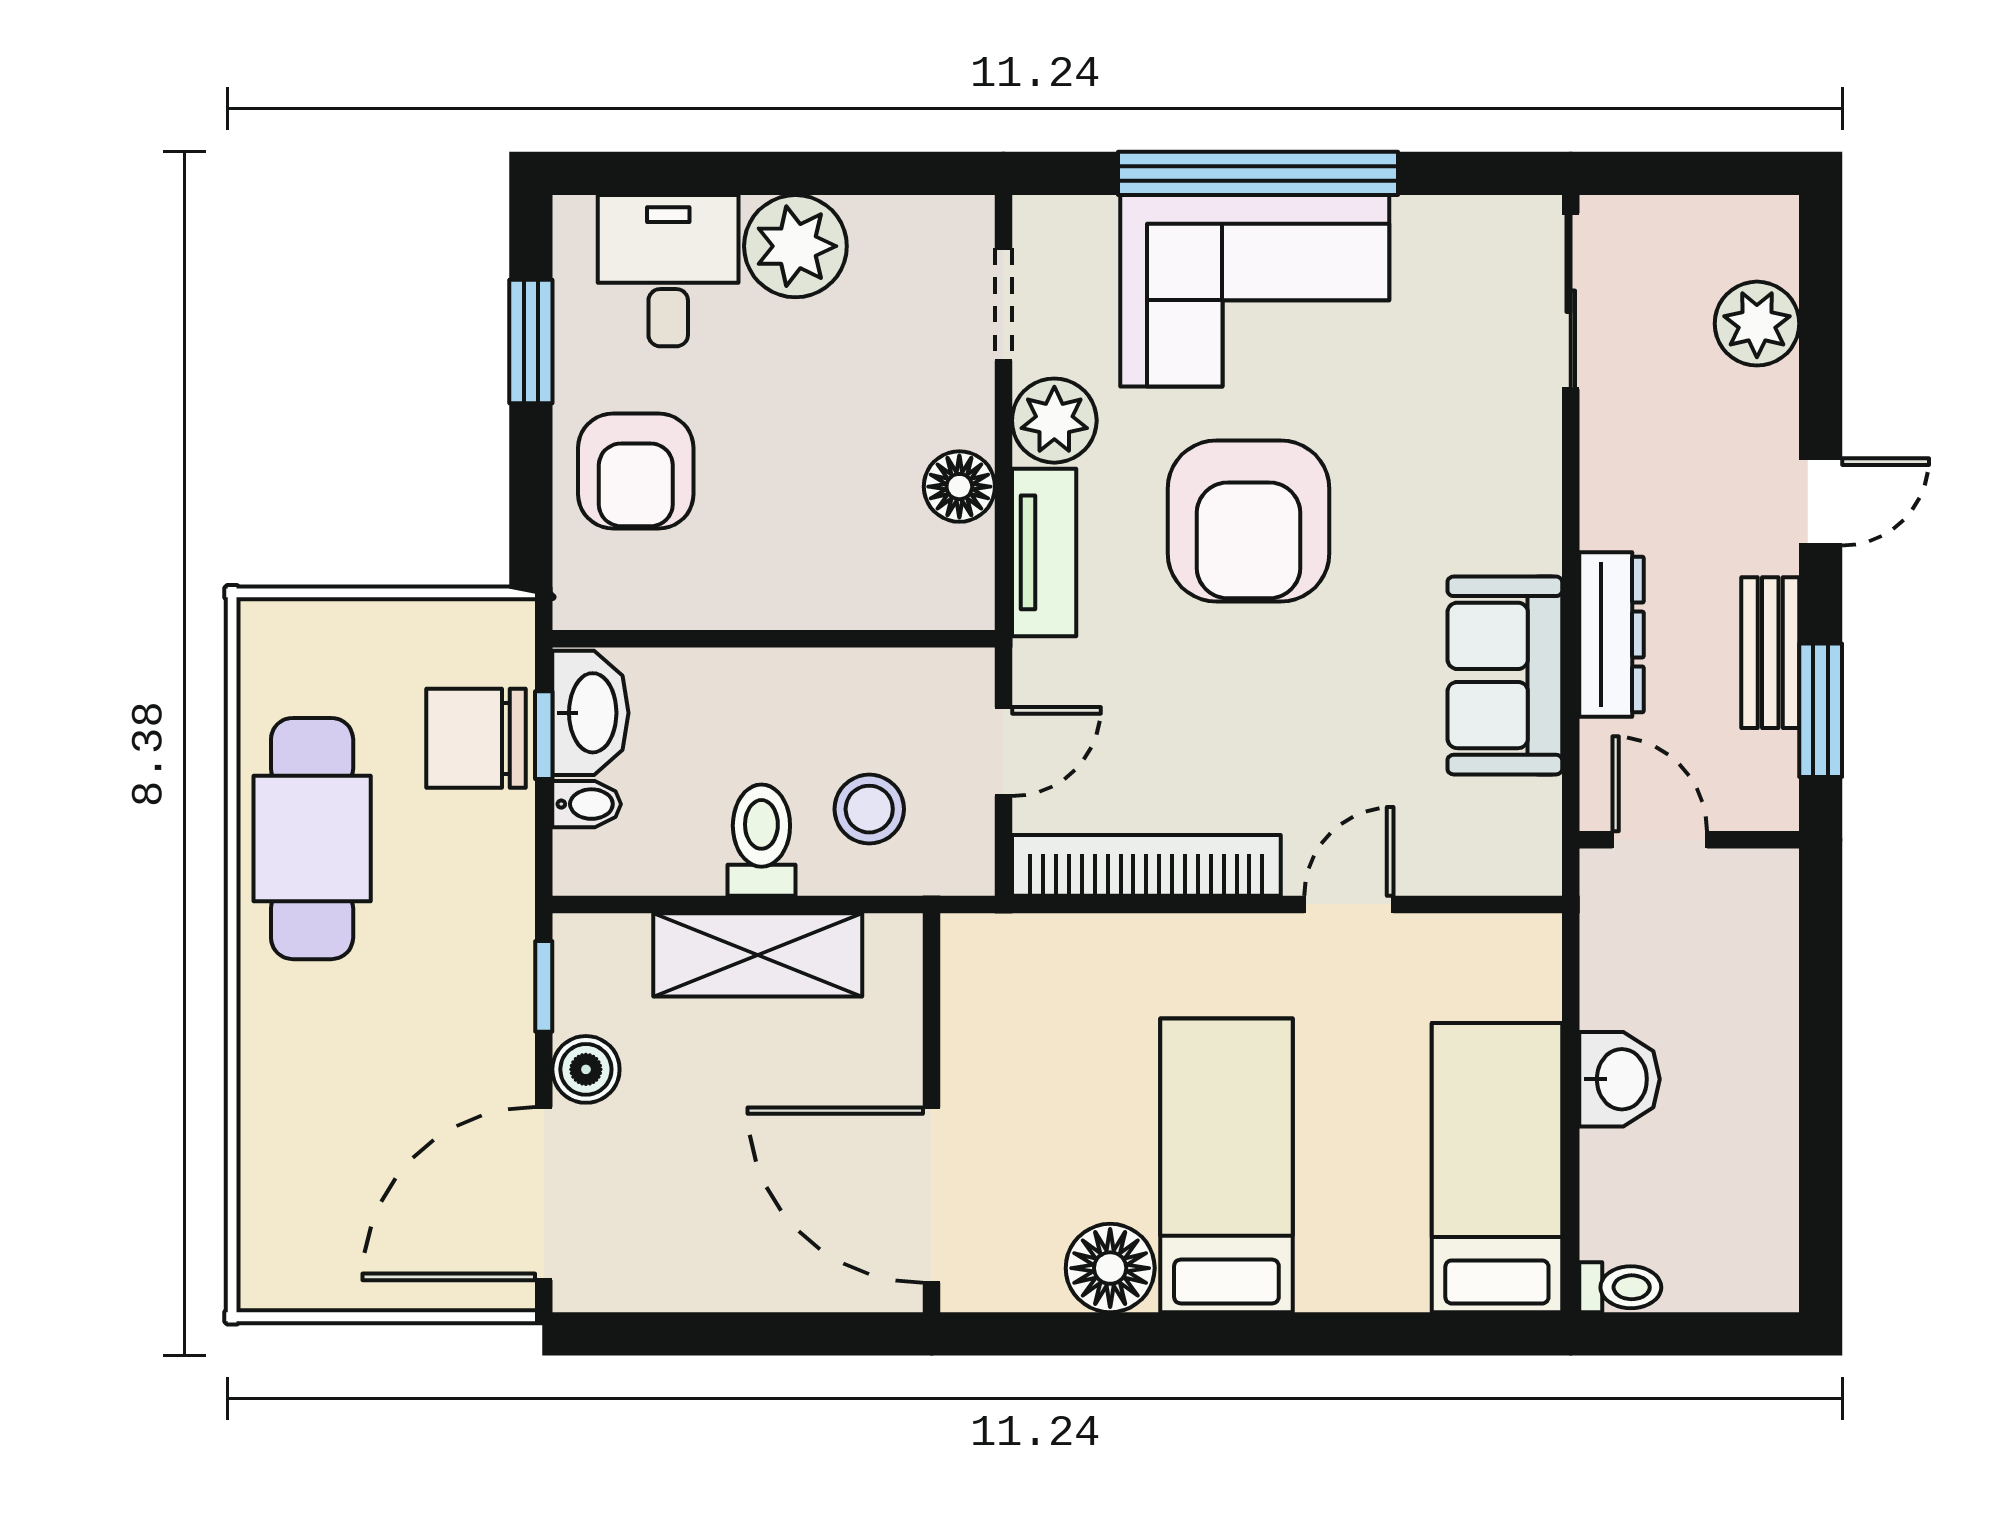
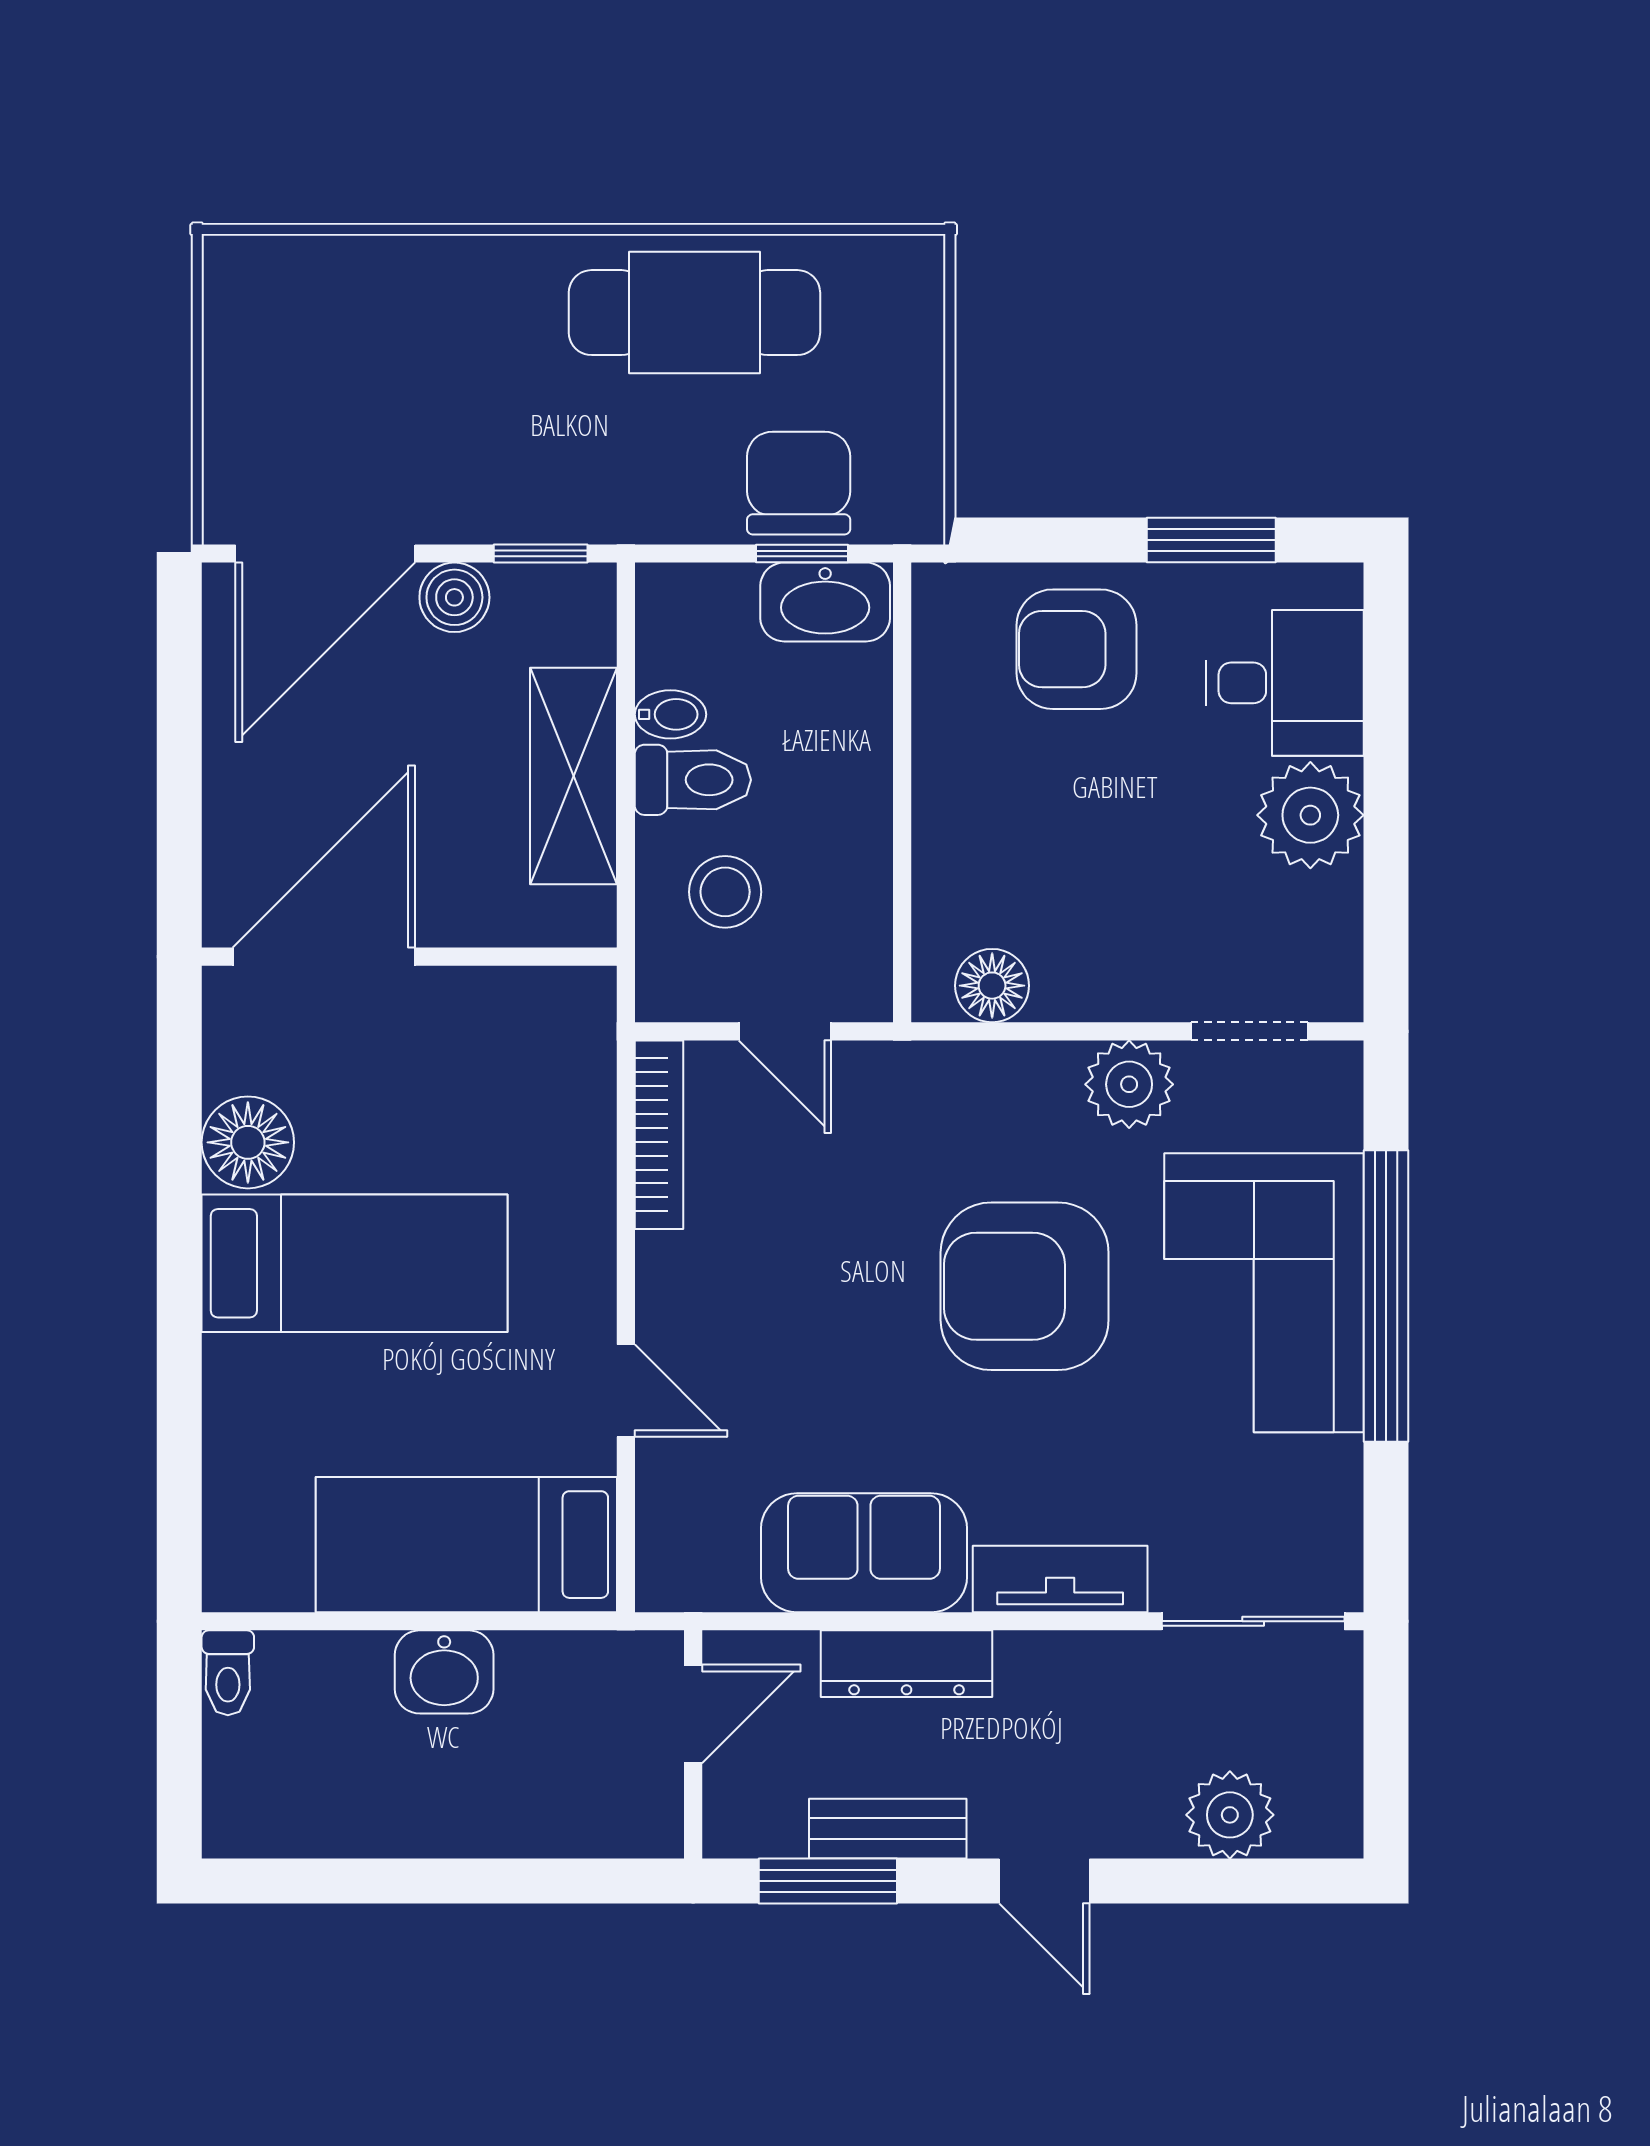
floor lamp: (959, 487) -> (992, 986), moved
tv unit: (1044, 552) -> (1060, 1579), moved, turned 180
bidet: (587, 804) -> (670, 714), moved, turned -90
bookcase: (1146, 865) -> (659, 1135), width x0.68, depth x0.76
bed: (1497, 1168) -> (466, 1545), moved, turned 180
door: (544, 1194) -> (325, 553), swing flipped

